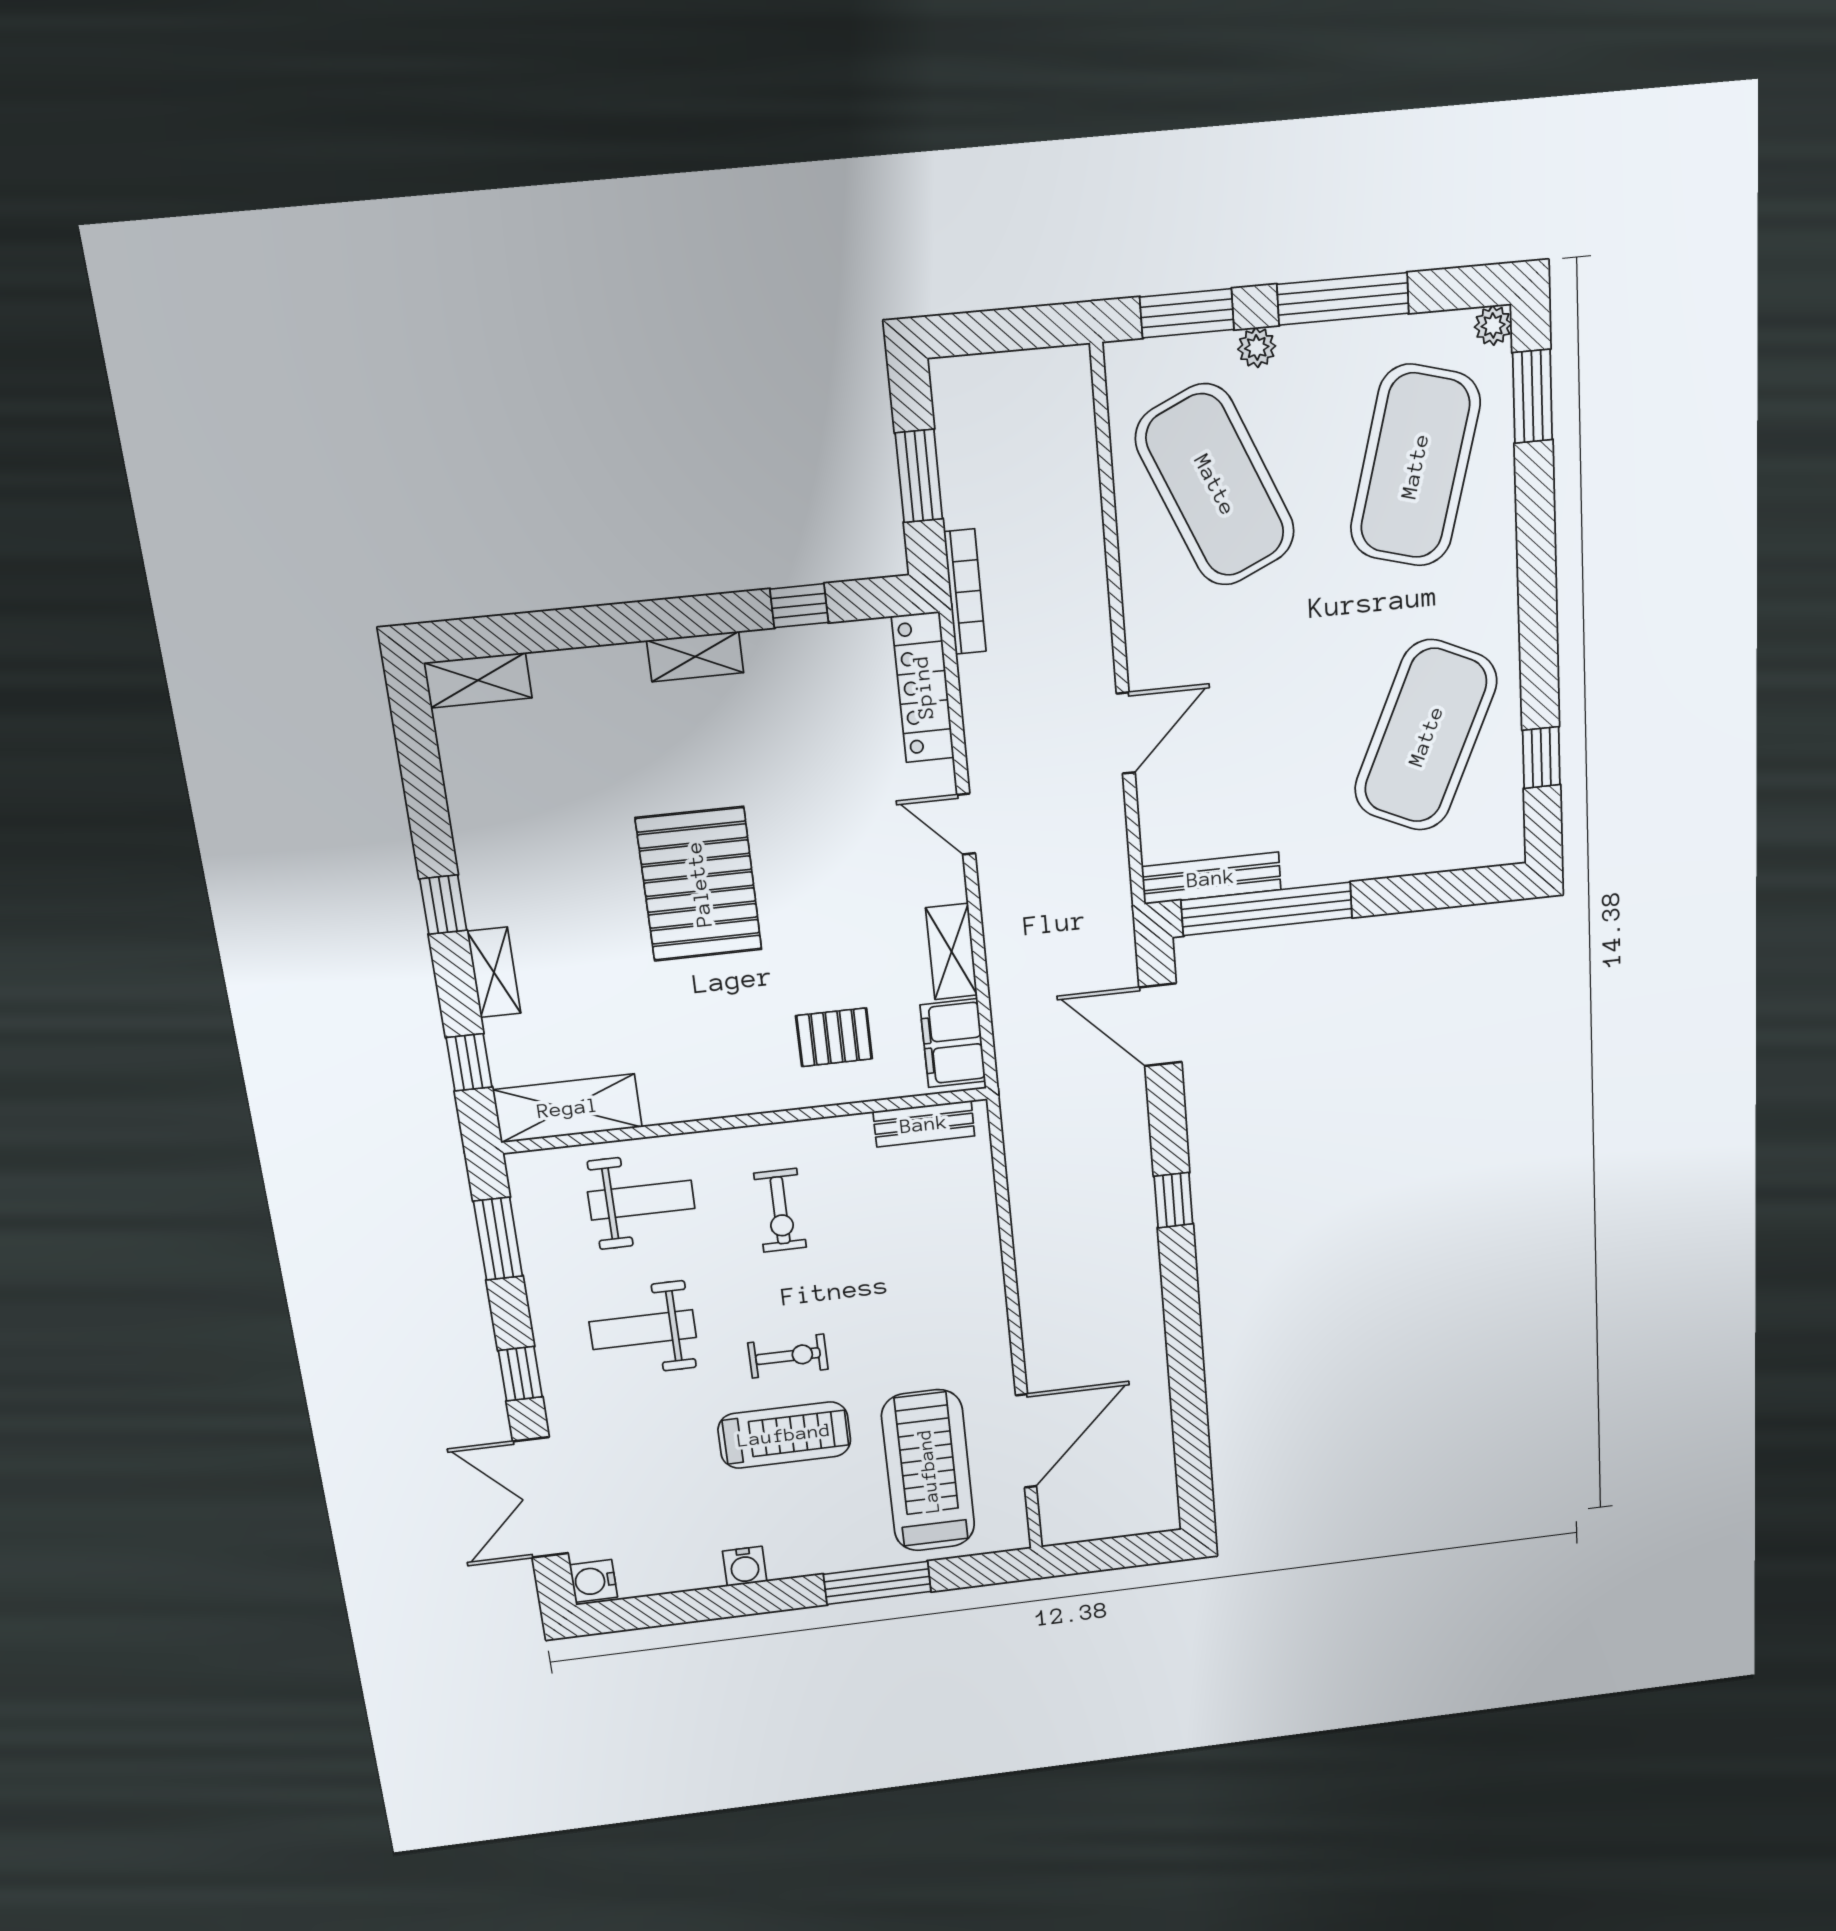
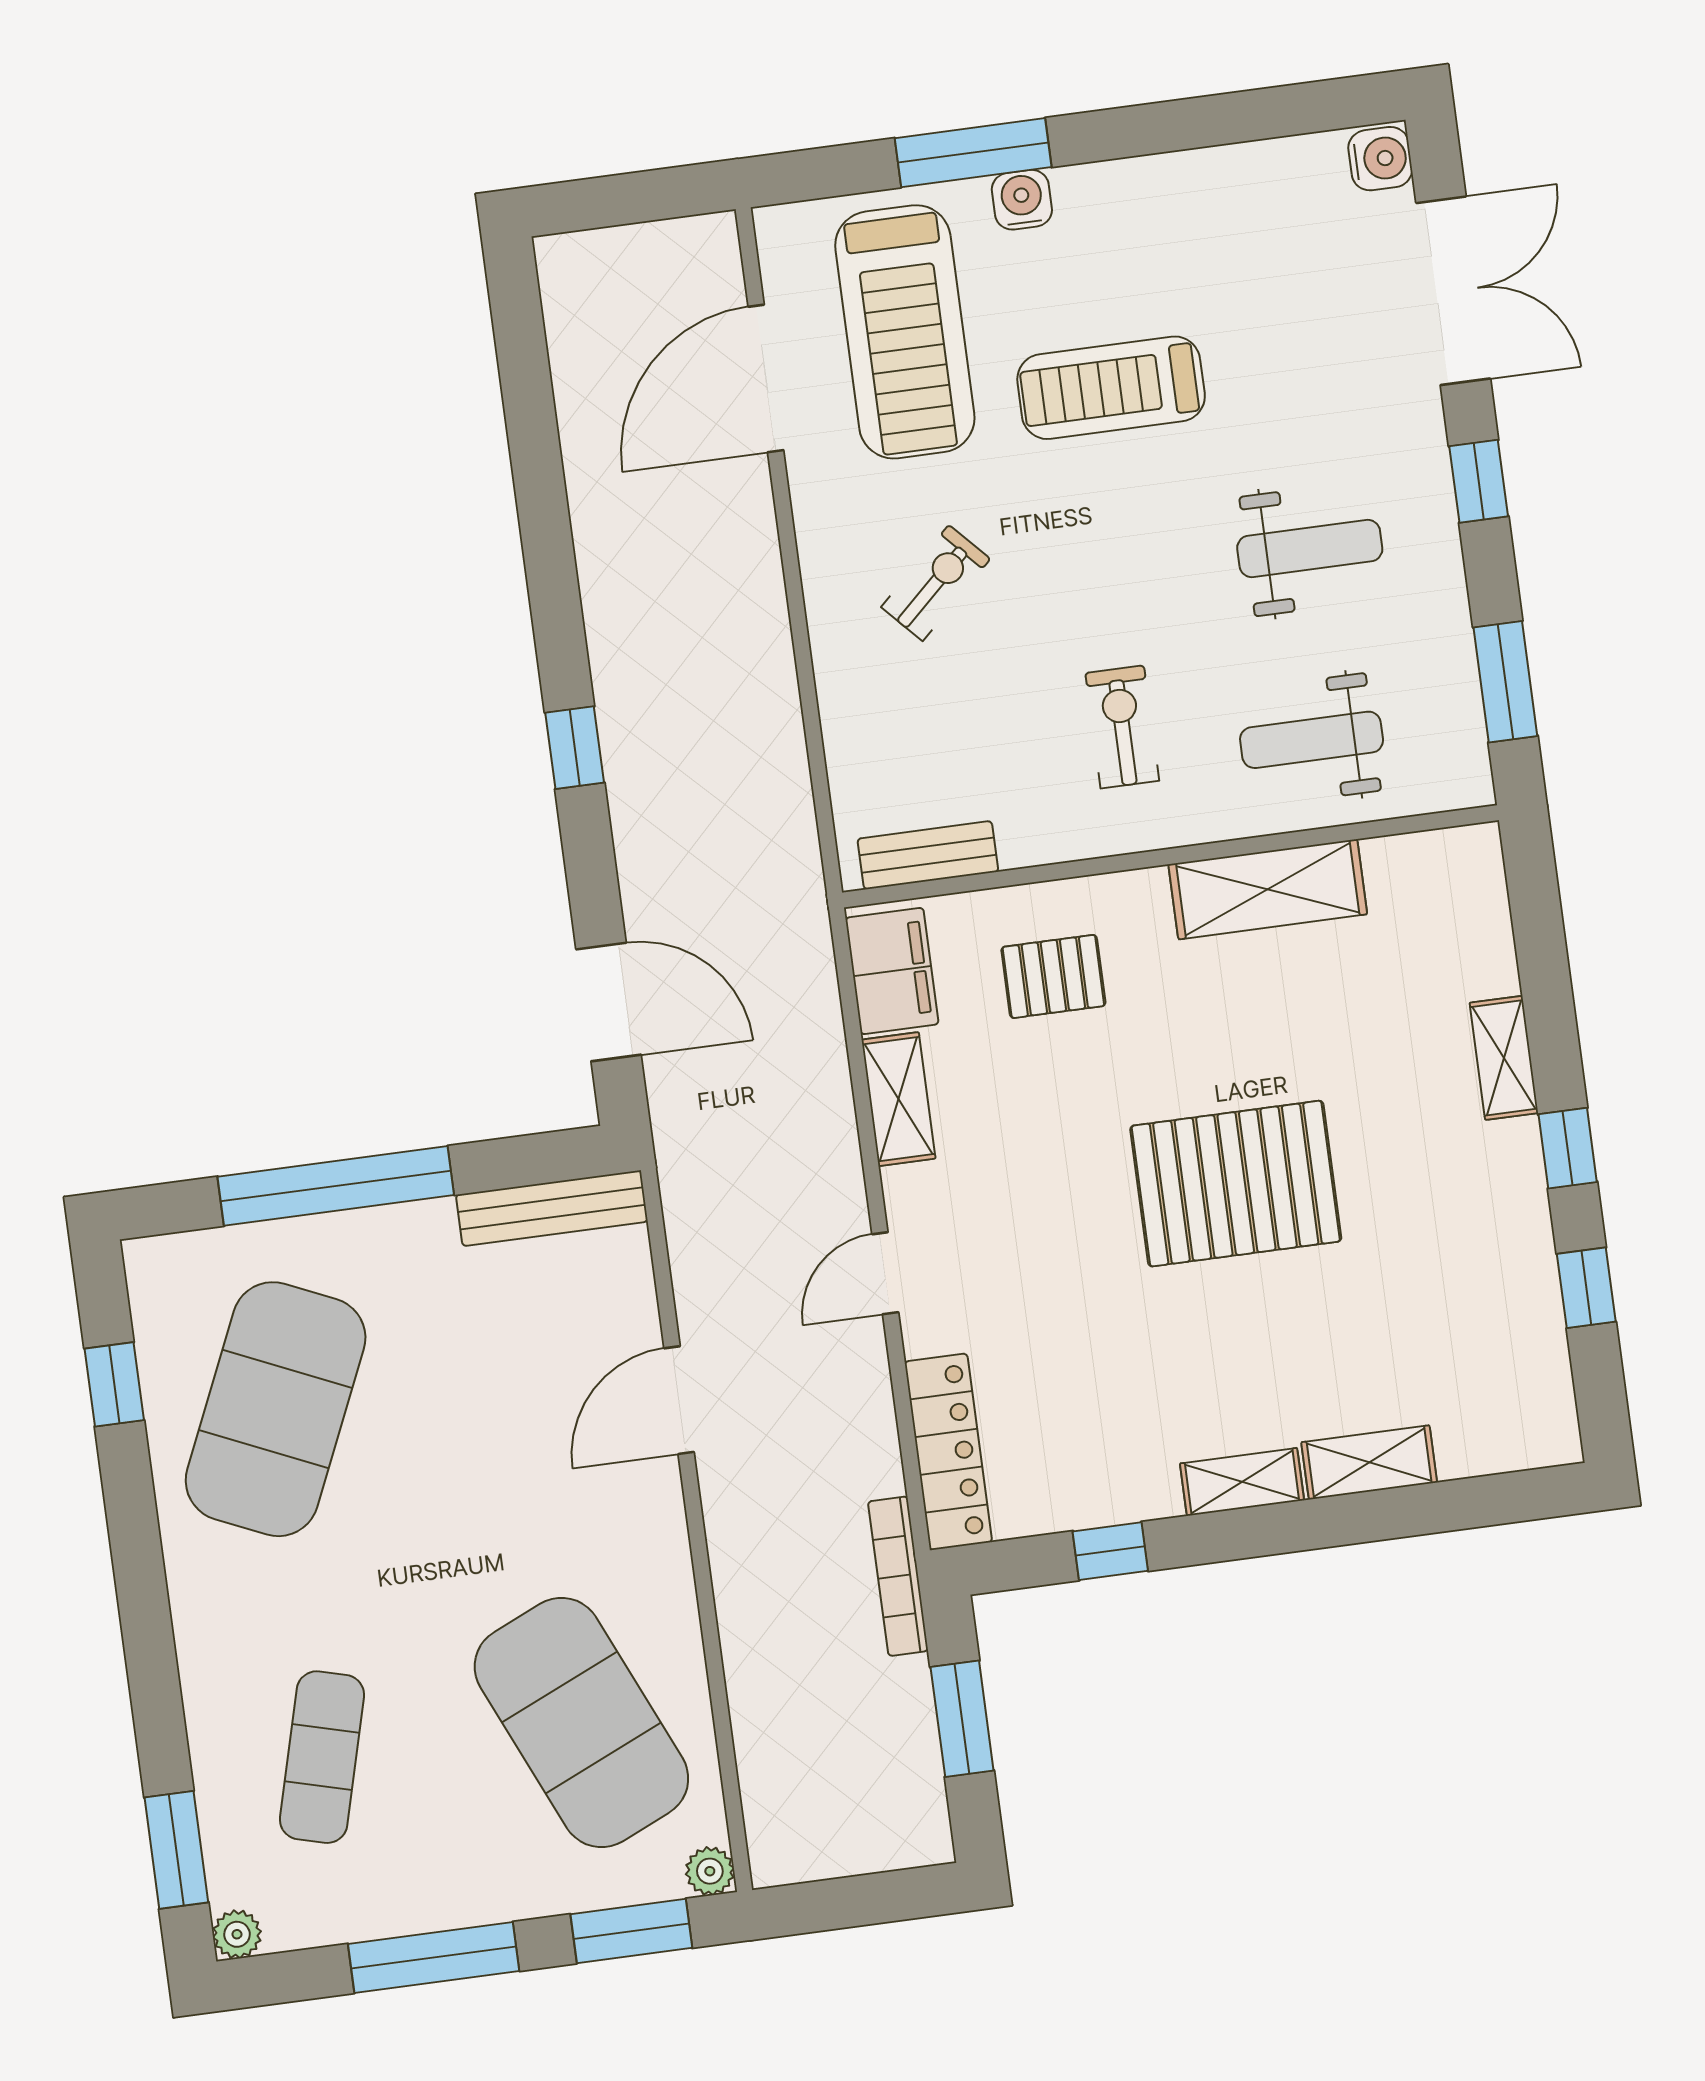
plant: (1257, 348) -> (710, 1871), moved
exercise mat: (1415, 466) -> (322, 1757), width x0.50, depth x0.69
shelving: (478, 680) -> (1369, 1462), moved
door: (966, 824) -> (885, 1273), swing flipped
pallet: (699, 884) -> (1236, 1184), turned 90
window: (1267, 909) -> (336, 1186), moved
window: (469, 1062) -> (1586, 1288), moved
shelving: (568, 1108) -> (1268, 889), moved
exercise bike: (788, 1356) -> (936, 583), moved, turned 137
water cooler: (745, 1566) -> (1022, 200), moved

